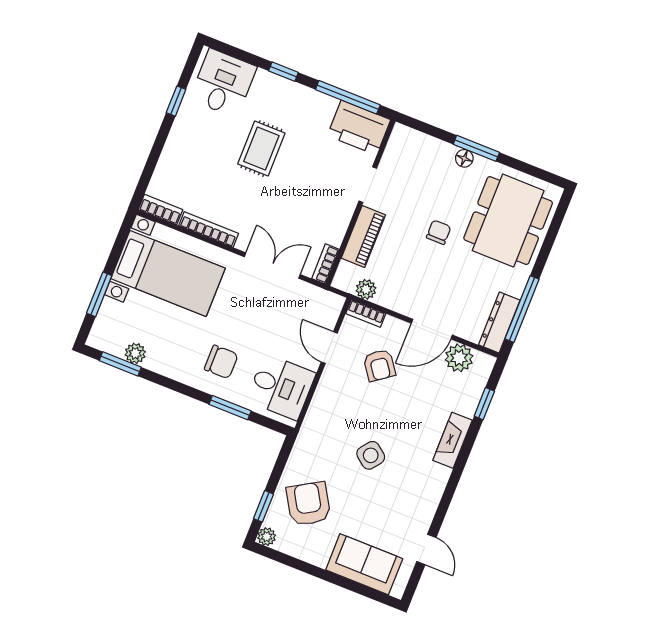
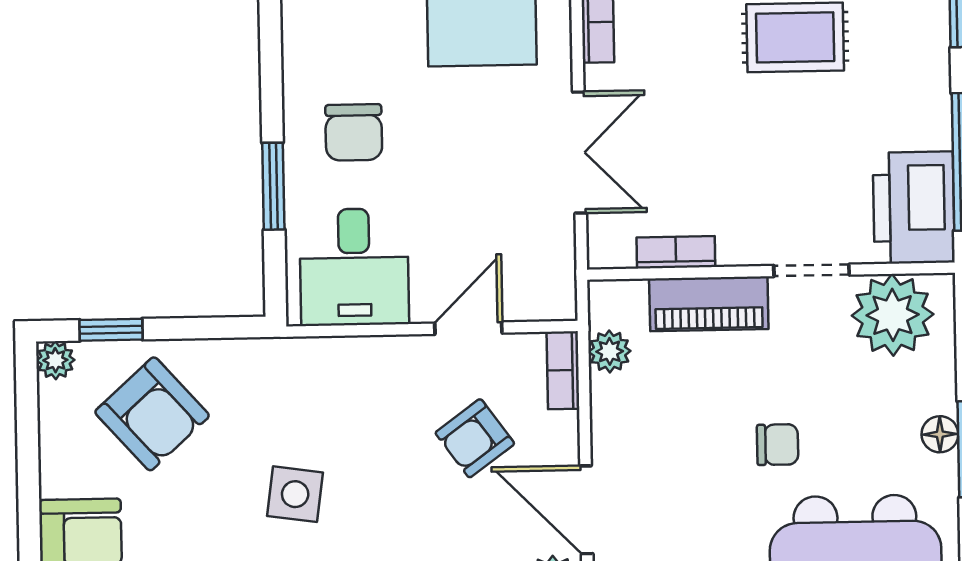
plant: (403, 157) -> (893, 315), added
bookcase: (325, 264) -> (676, 252), moved
side table: (371, 455) -> (295, 494), turned -30
armchair: (308, 504) -> (152, 414), turned 79

